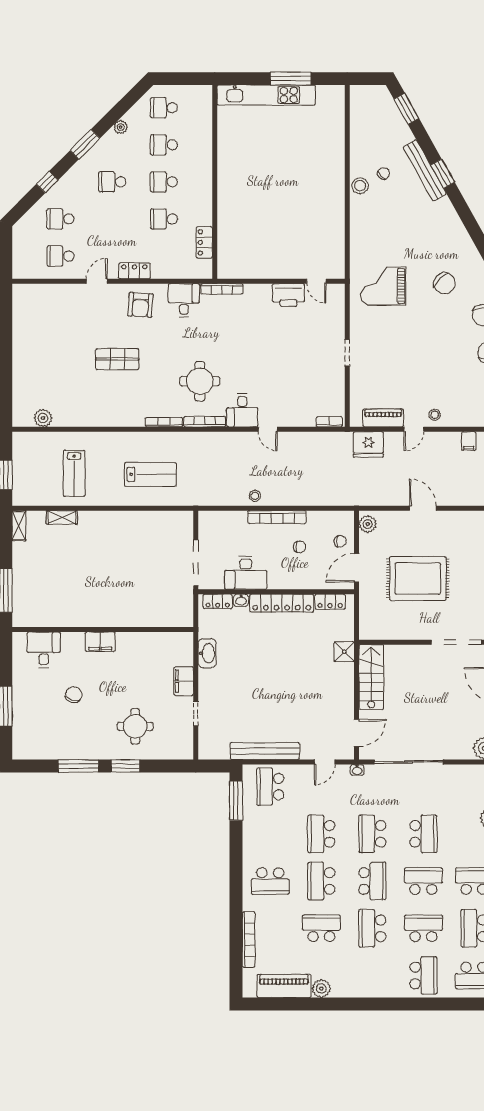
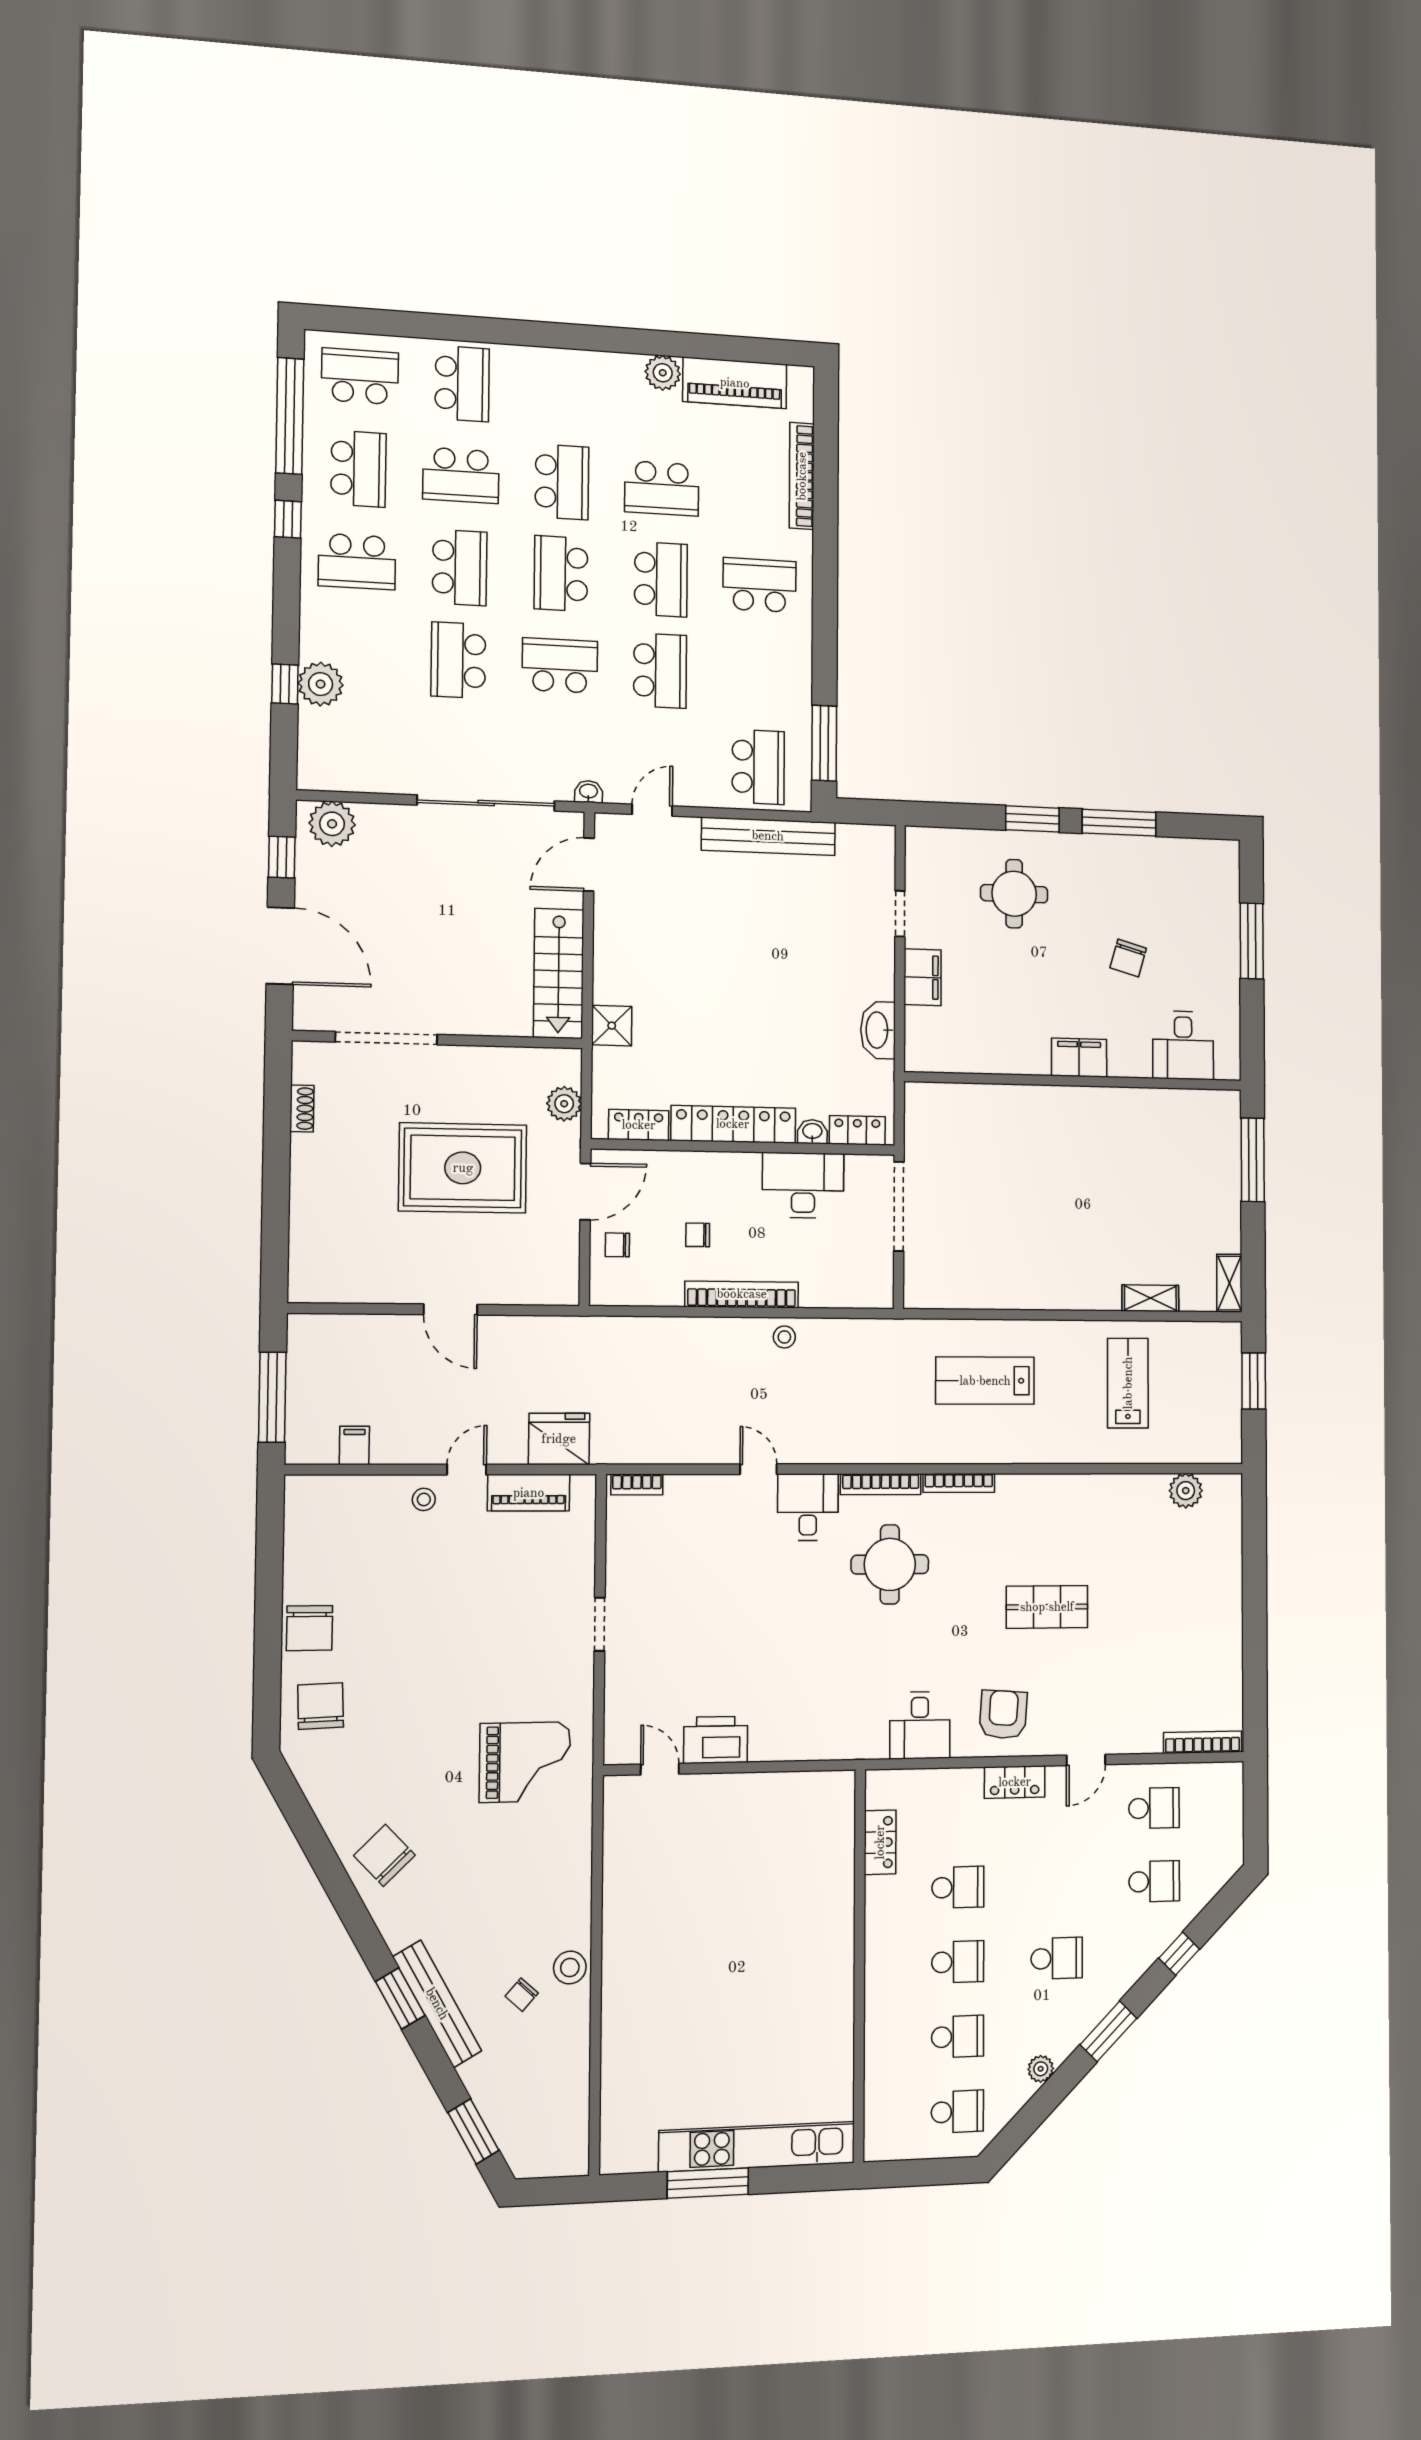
chair: (444, 283) -> (384, 1855), moved
bookcase: (222, 289) -> (1203, 1742), moved
plant: (368, 524) -> (564, 1104), moved
school desk: (372, 834) -> (560, 665), turned -90
school desk: (423, 881) -> (460, 568), turned -90
school desk: (423, 975) -> (462, 384), turned 180

